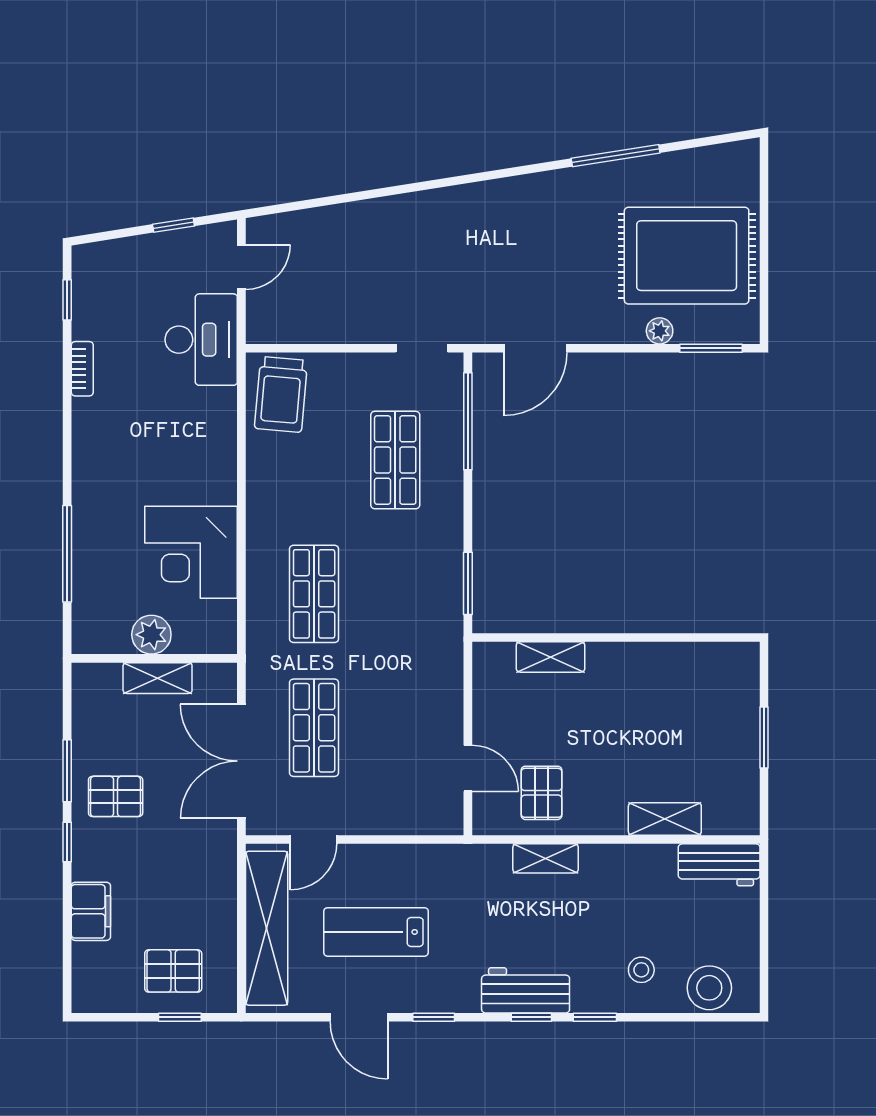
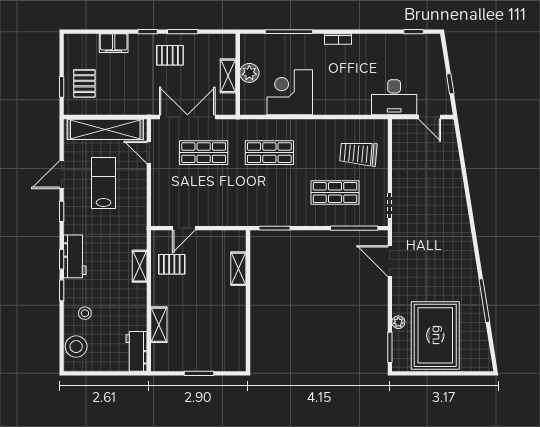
bookcase: (82, 369) -> (338, 39), moved
trolley: (281, 394) -> (358, 154), moved
pallet: (116, 796) -> (170, 55), turned 90

